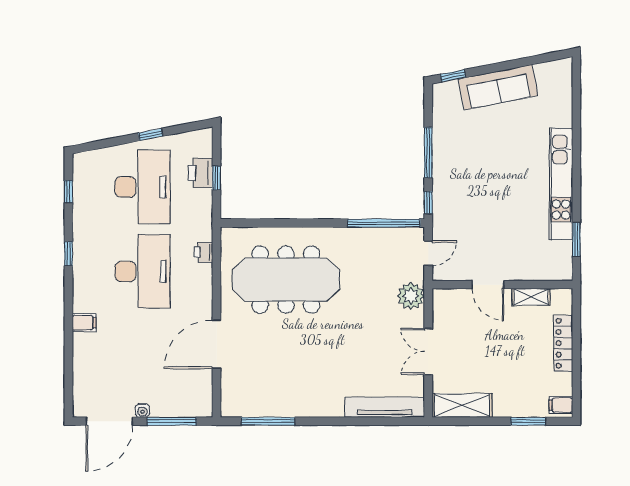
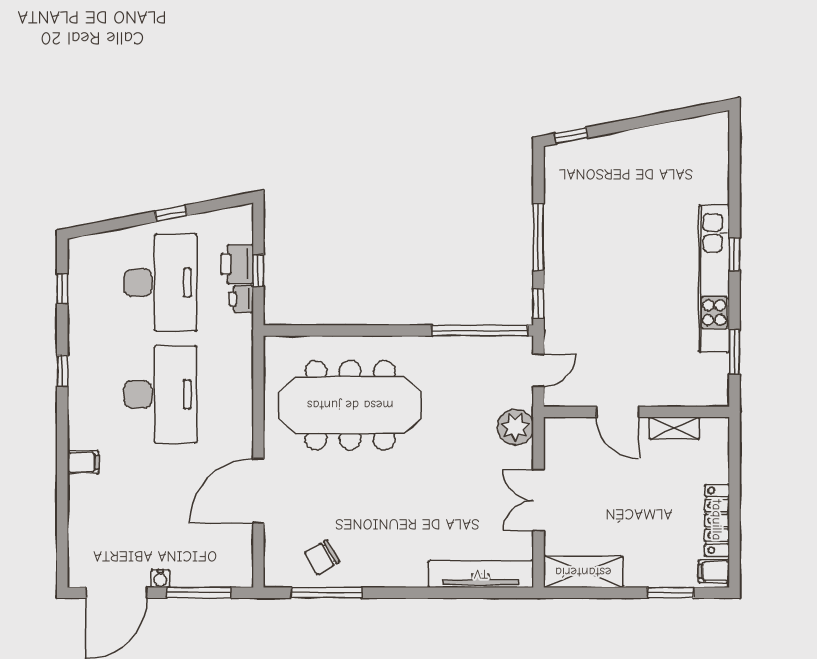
sofa: (498, 87) -> (631, 151), removed
window: (576, 166) -> (734, 254), added
printer: (204, 252) -> (241, 299), moved
locker: (563, 343) -> (717, 520), moved
chair: (265, 395) -> (322, 557), added

